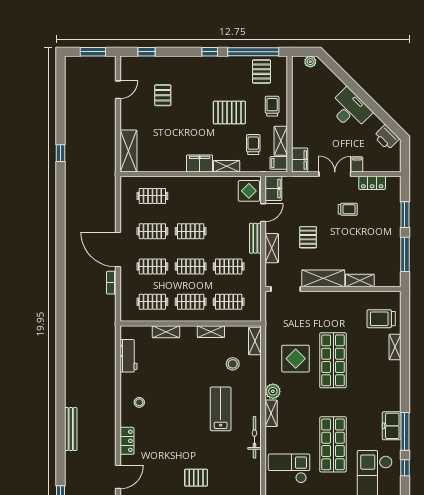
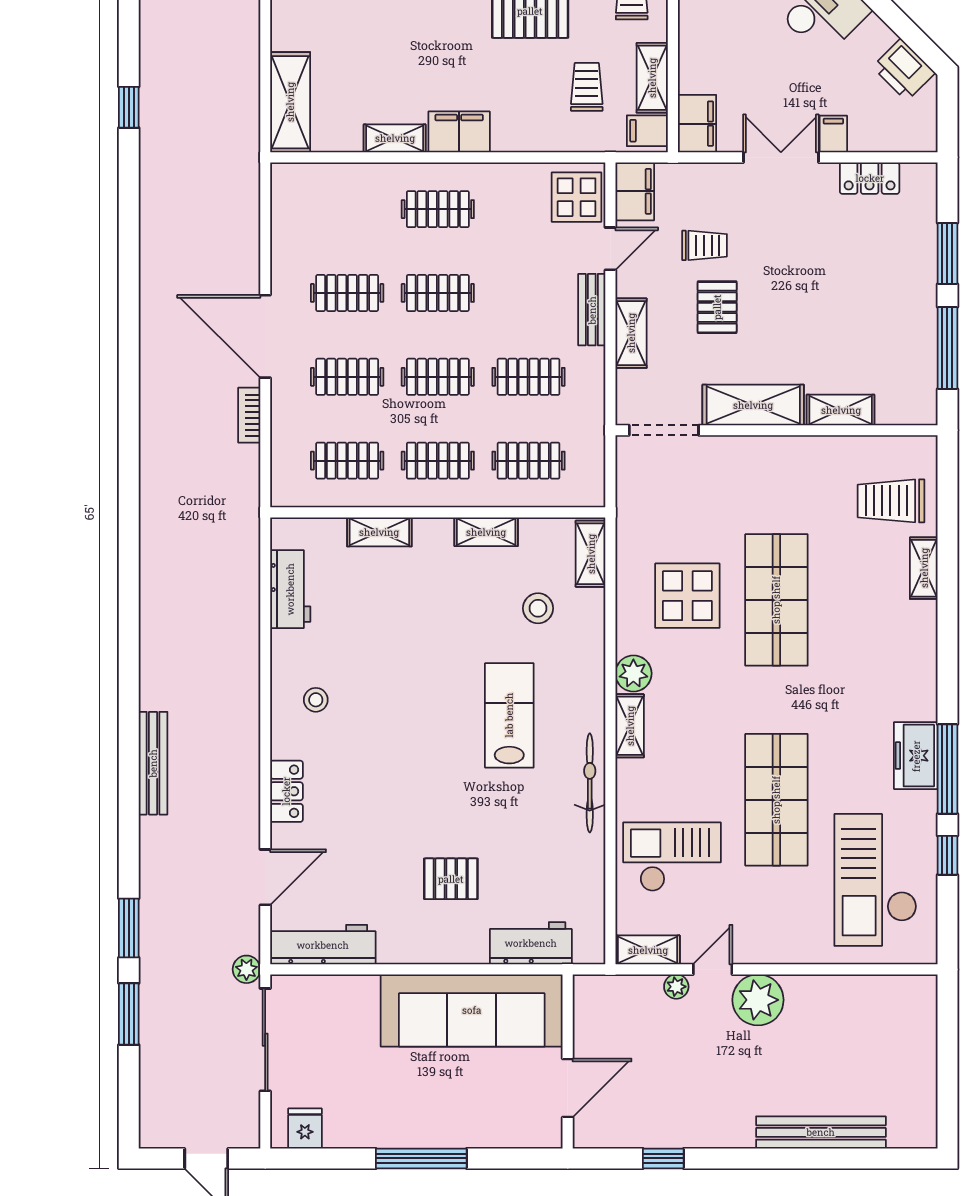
shelving: (227, 166) -> (395, 138), moved
clothes rail: (152, 196) -> (438, 209), moved
trolley: (348, 209) -> (705, 245), moved

